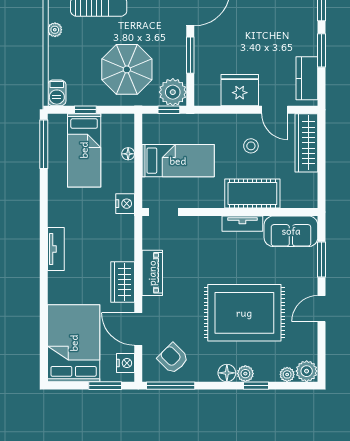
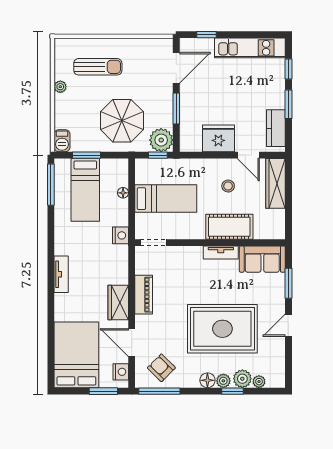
window: (85, 110) -> (86, 155), width x1.50
plant: (307, 371) -> (242, 379), moved

